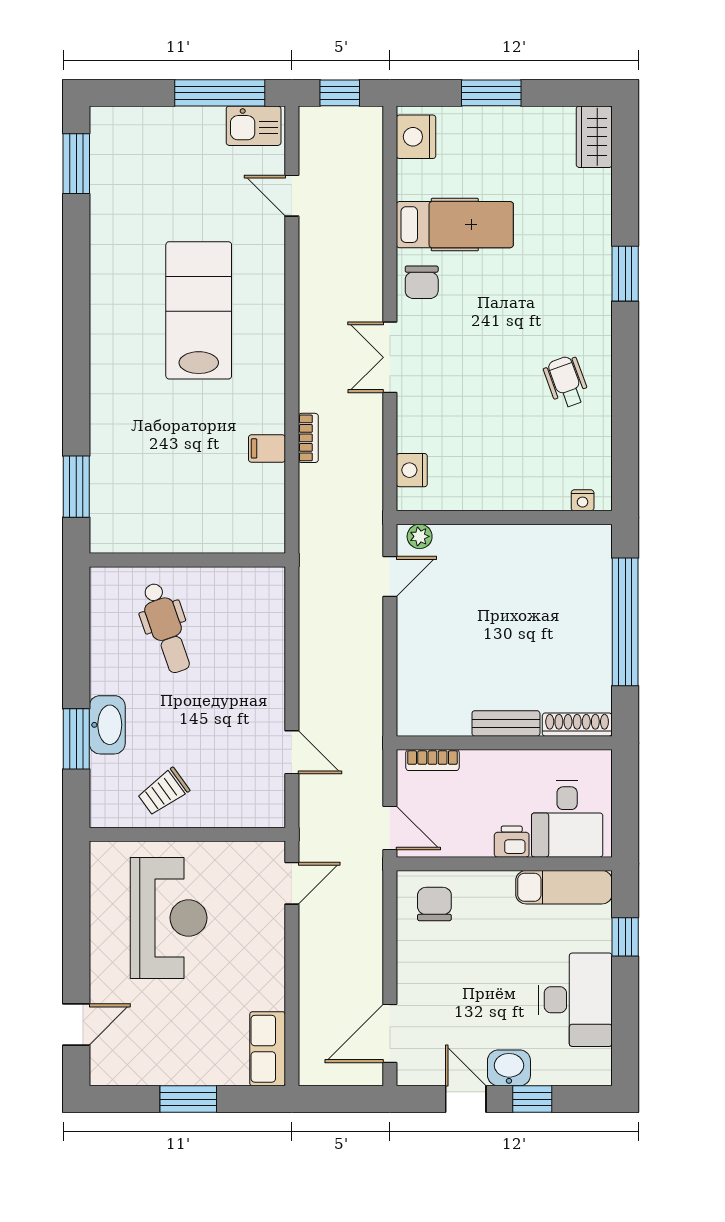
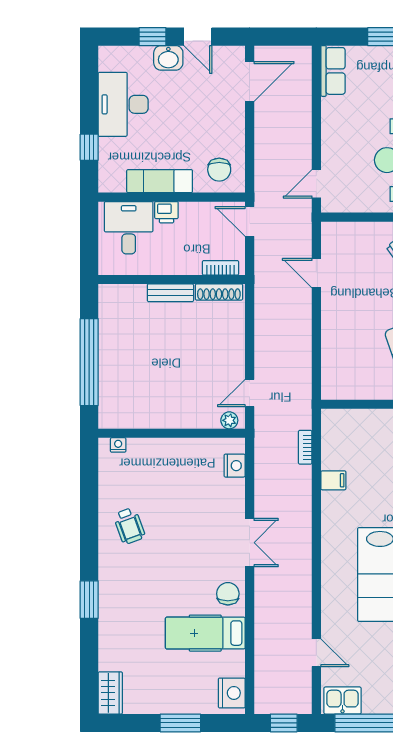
bookcase: (308, 438) -> (305, 447), moved
shoe rack: (577, 725) -> (219, 292), moved
exam couch: (564, 887) -> (160, 181), moved

